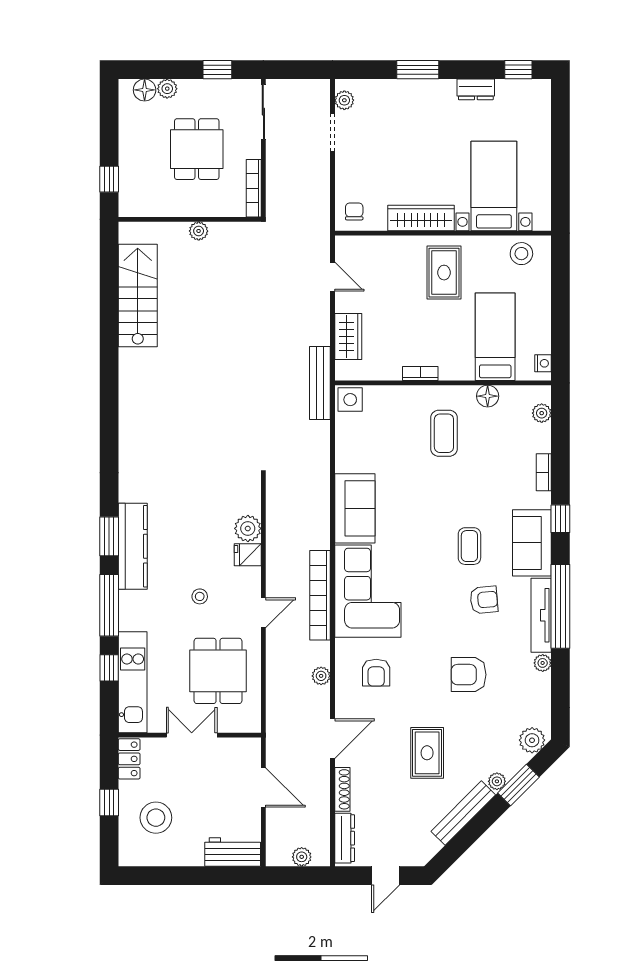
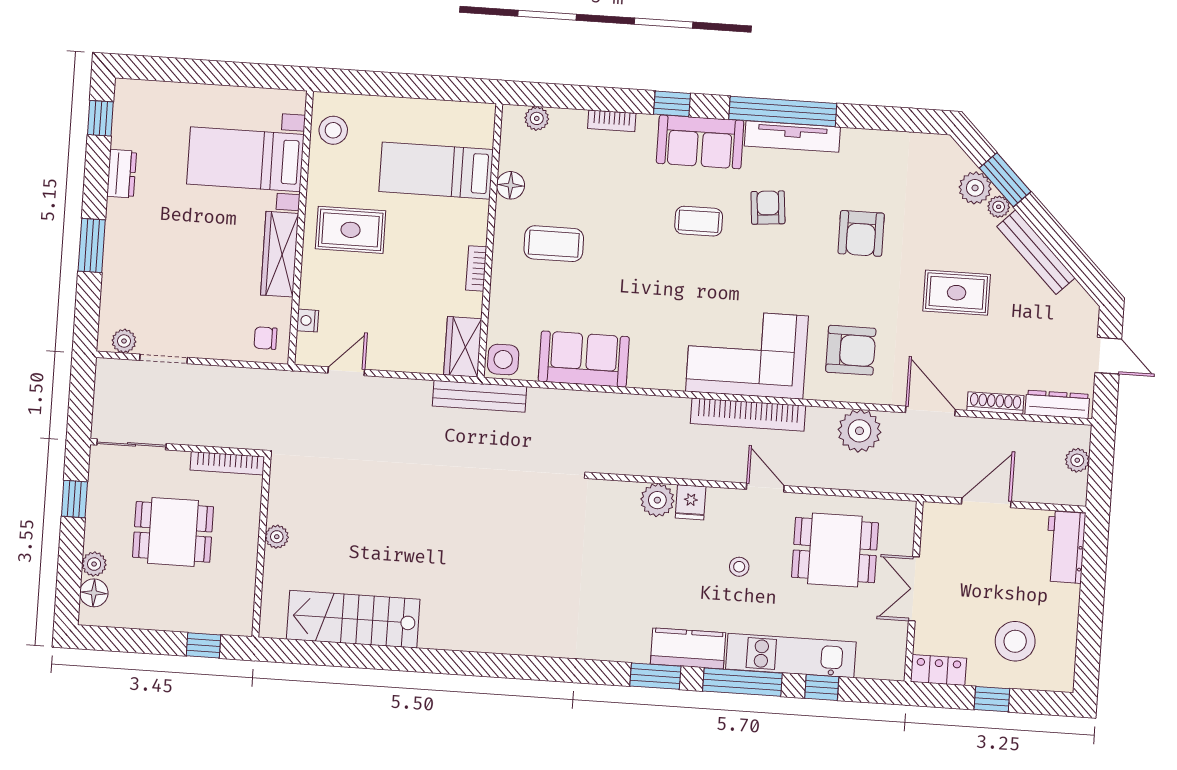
wardrobe: (348, 337) -> (463, 347), moved, turned -90
nightstand: (543, 363) -> (308, 321), moved, turned -90
sofa: (355, 508) -> (584, 359), moved
kitchen counter: (133, 546) -> (688, 648), width x0.67
plant: (543, 663) -> (853, 139), removed
armchair: (376, 673) -> (851, 350), width x1.38, depth x1.38
plant: (321, 676) -> (859, 431), width x1.88, depth x1.88
kitchen unit: (133, 682) -> (791, 656), moved
plant: (532, 740) -> (975, 188), moved

